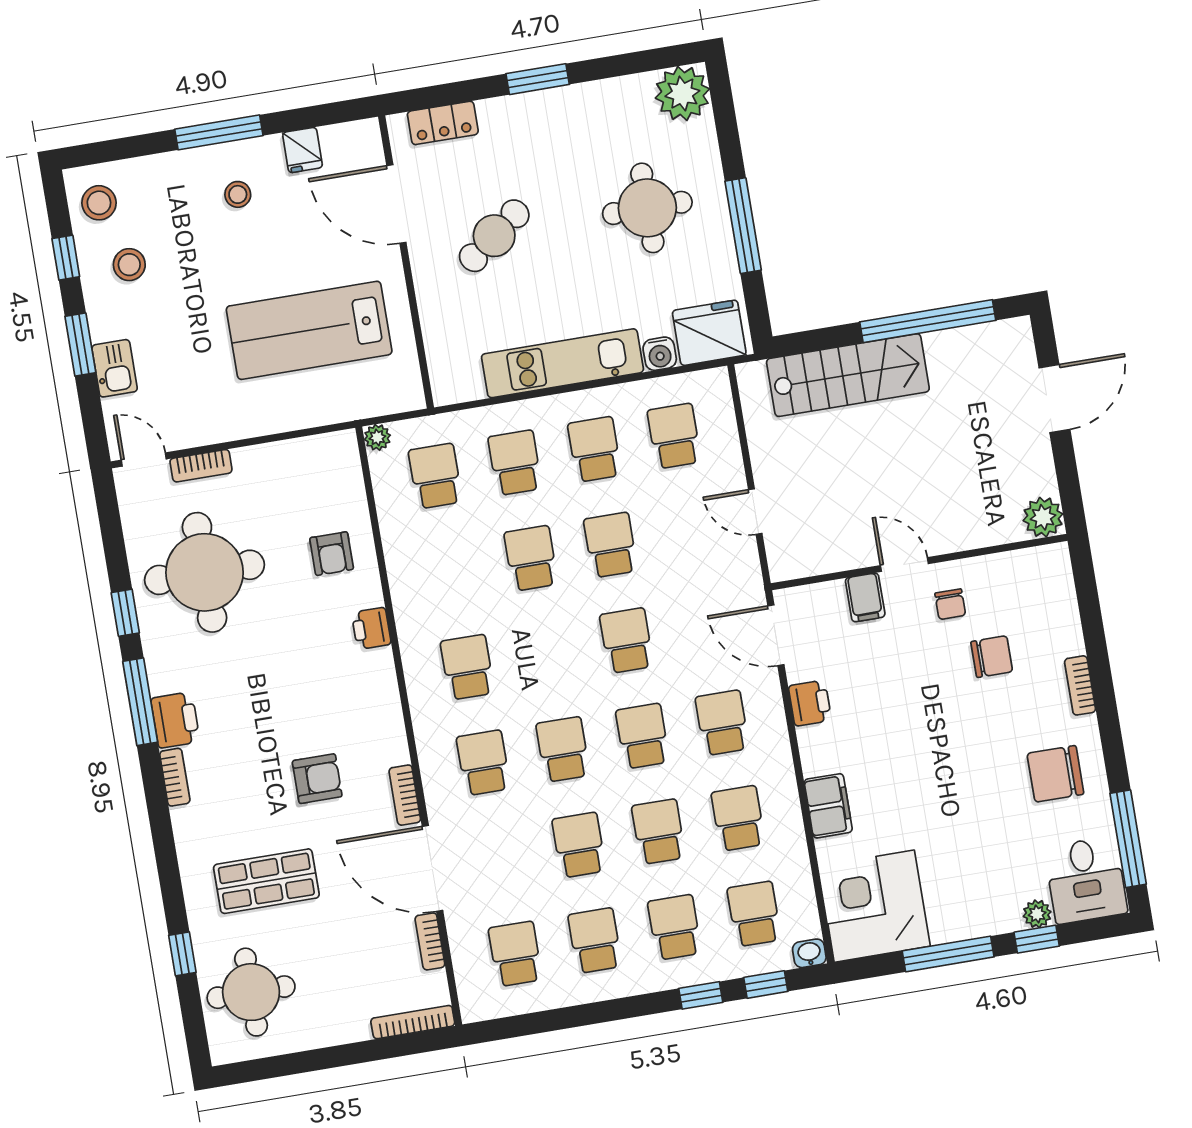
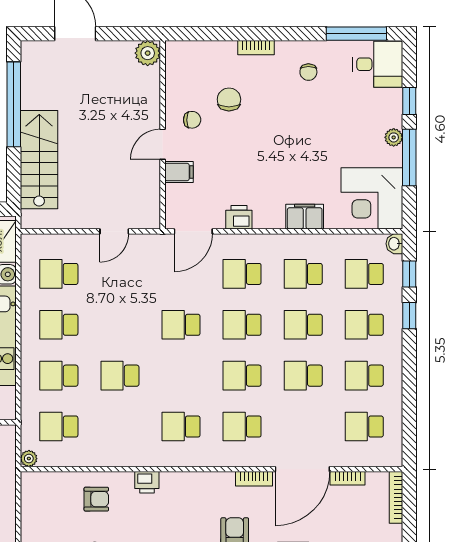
school desk: (611, 545) -> (120, 325), removed
chair: (1055, 774) -> (308, 72), width x0.54, depth x0.54
plant: (1037, 914) -> (394, 137), moved

